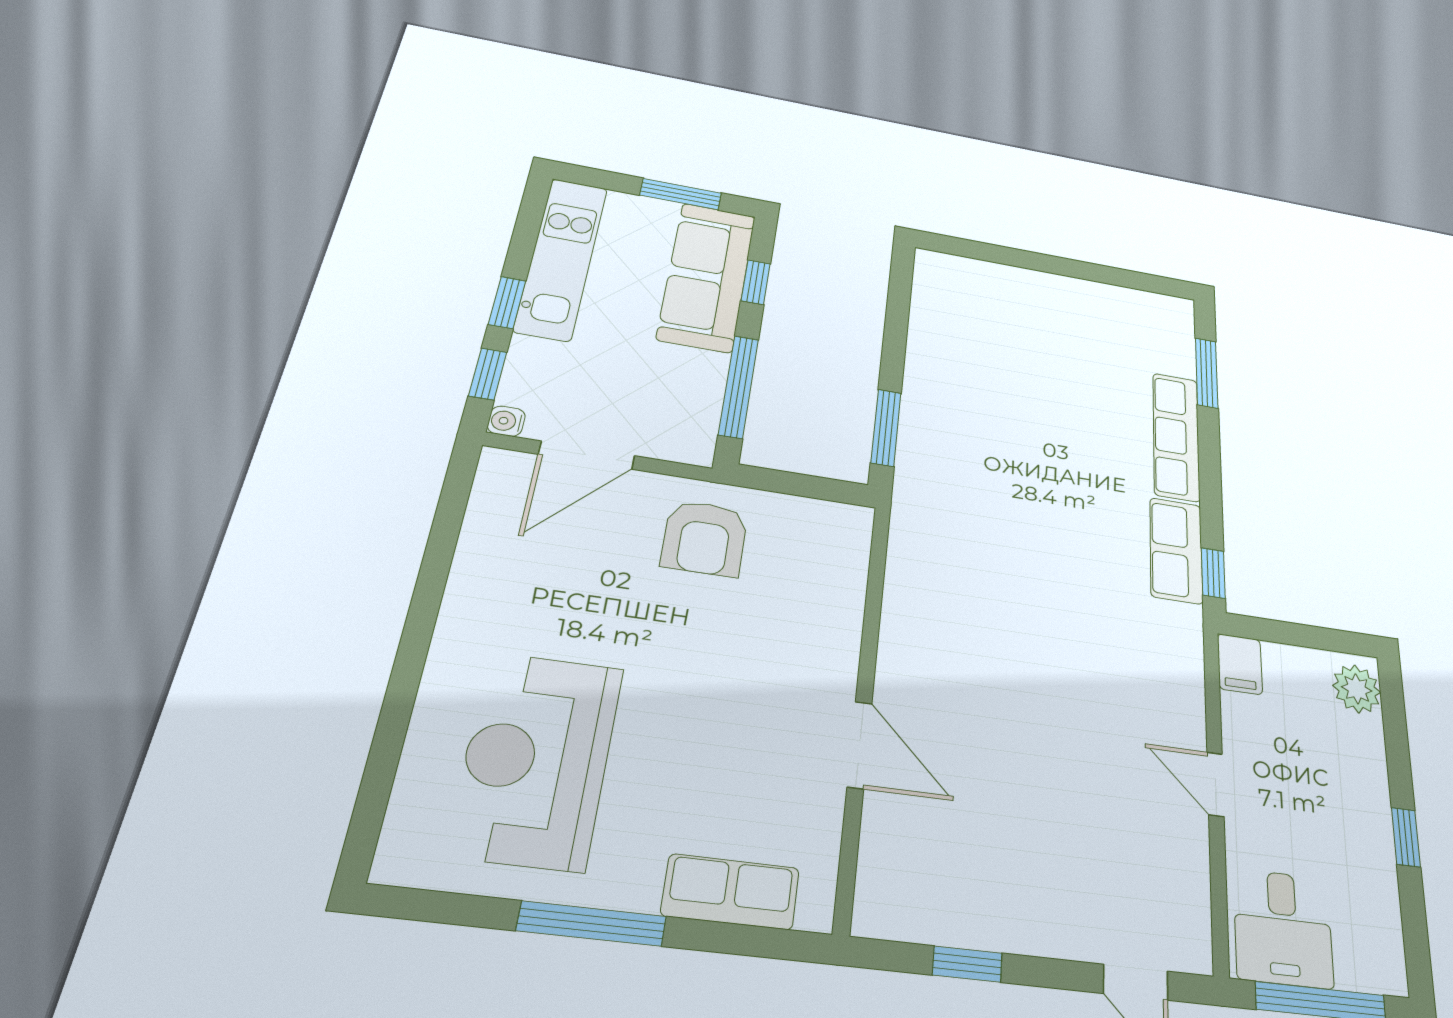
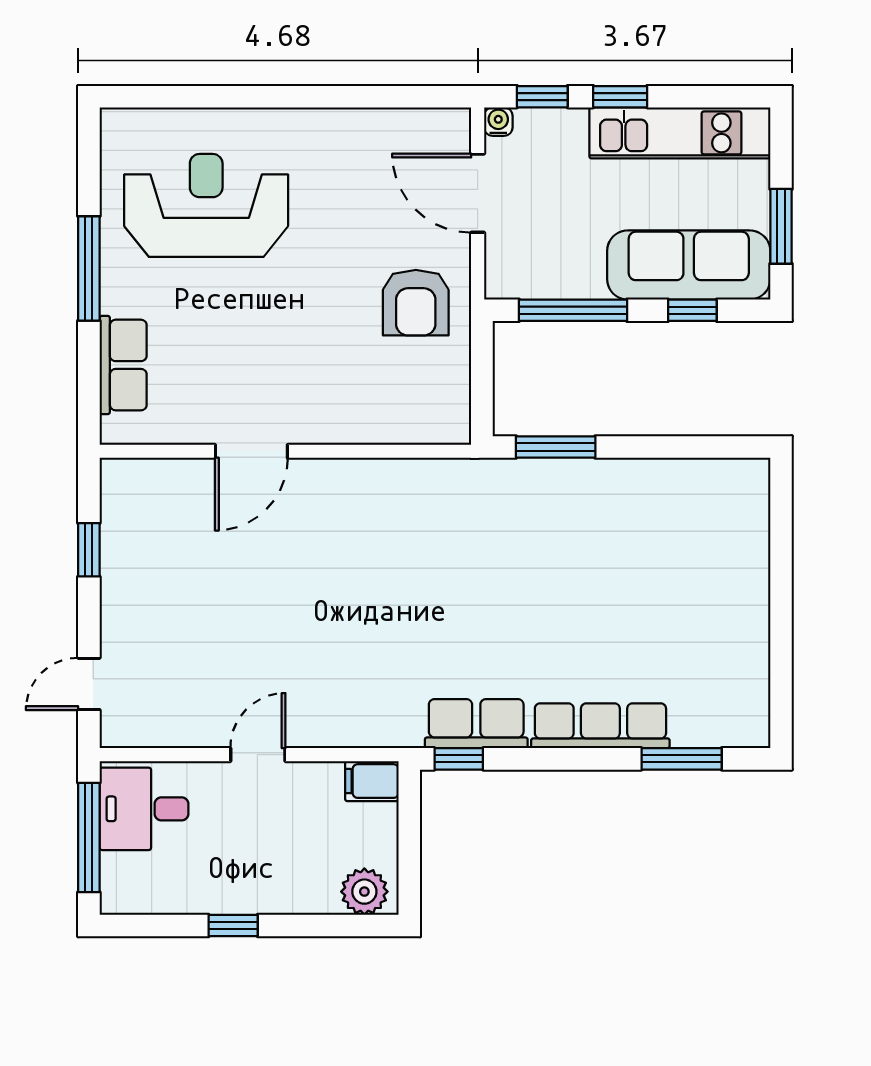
armchair: (705, 538) -> (416, 303), turned -90

